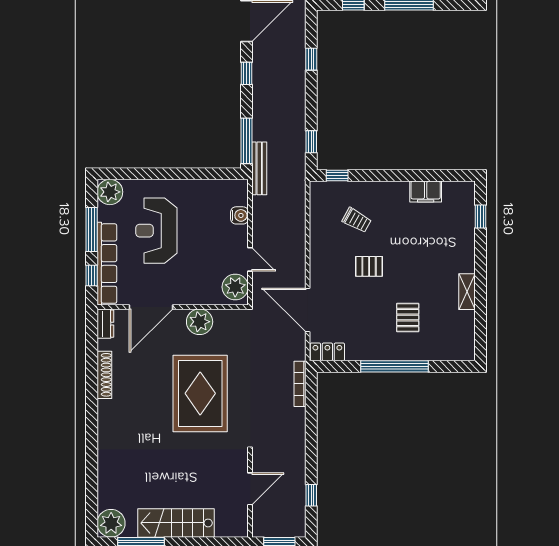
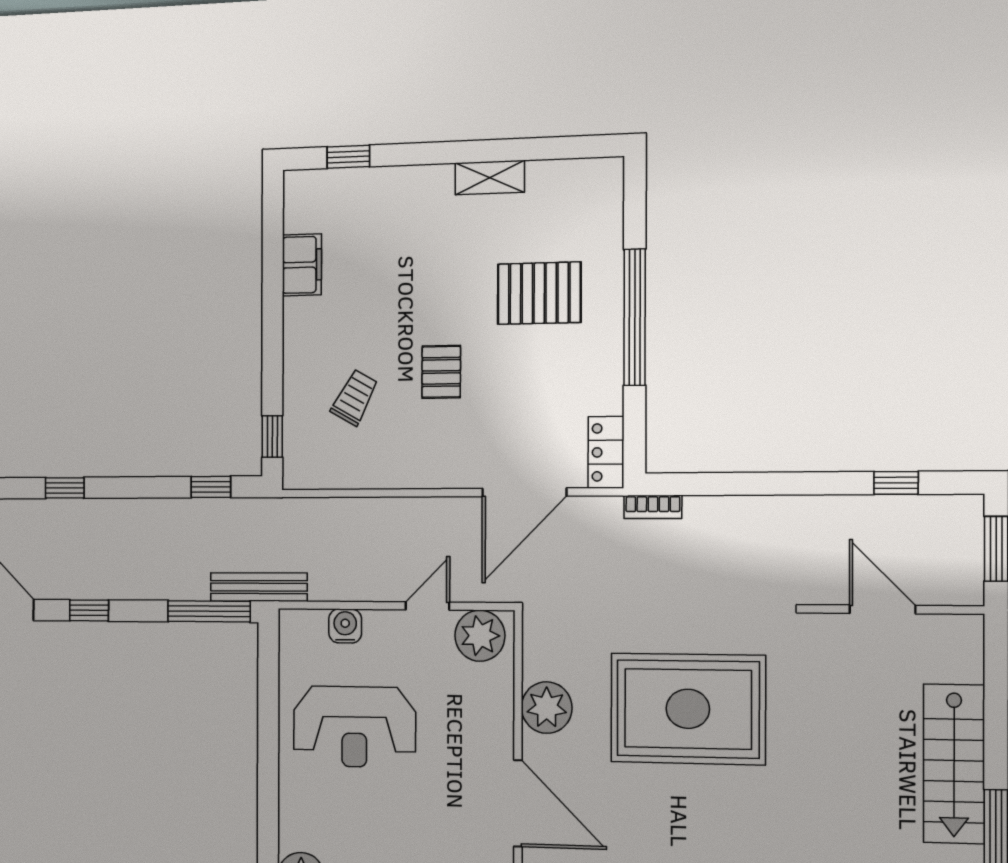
reception desk: (156, 231) -> (354, 727), moved
pallet: (408, 318) -> (539, 293), width x1.50, depth x1.42
bookcase: (300, 384) -> (653, 507), width x0.64

